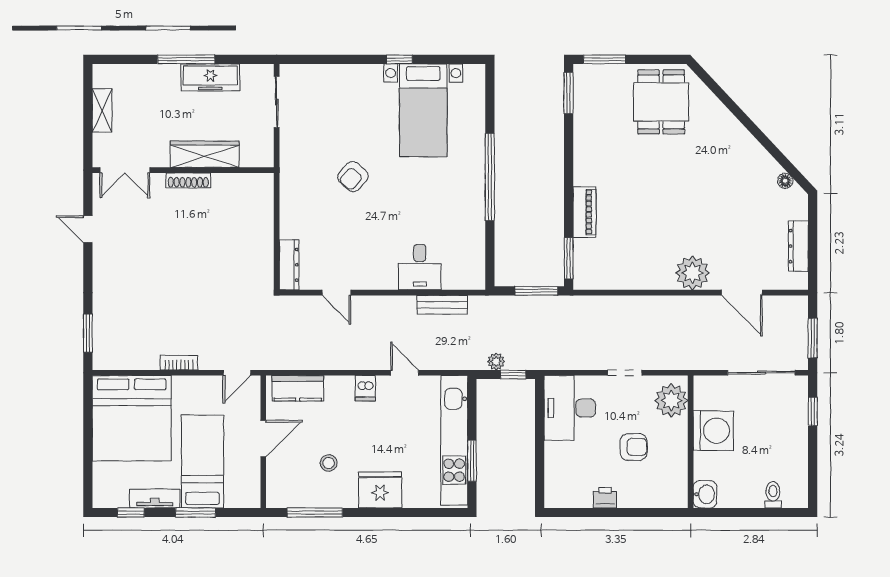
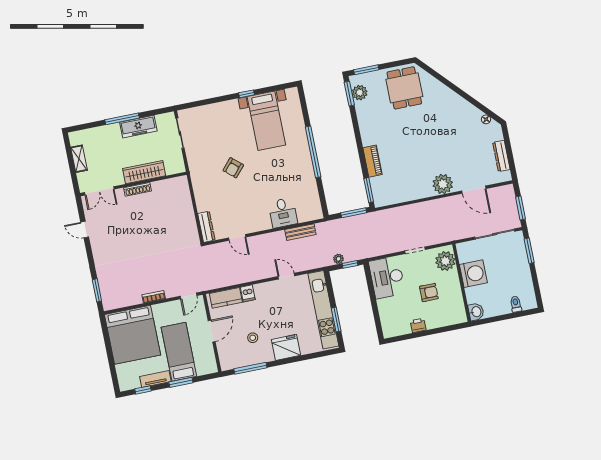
plant: (586, 95) -> (360, 93), added
dishwasher: (365, 388) -> (248, 293), moved
window: (813, 411) -> (529, 251), width x1.50

